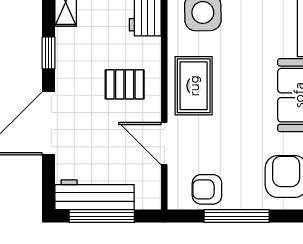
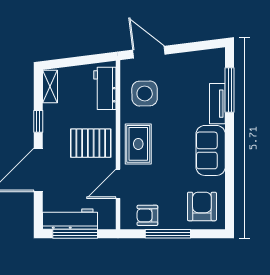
pallet: (125, 84) -> (91, 143), width x1.50, depth x1.42
door: (164, 144) -> (118, 184), hinge flipped

